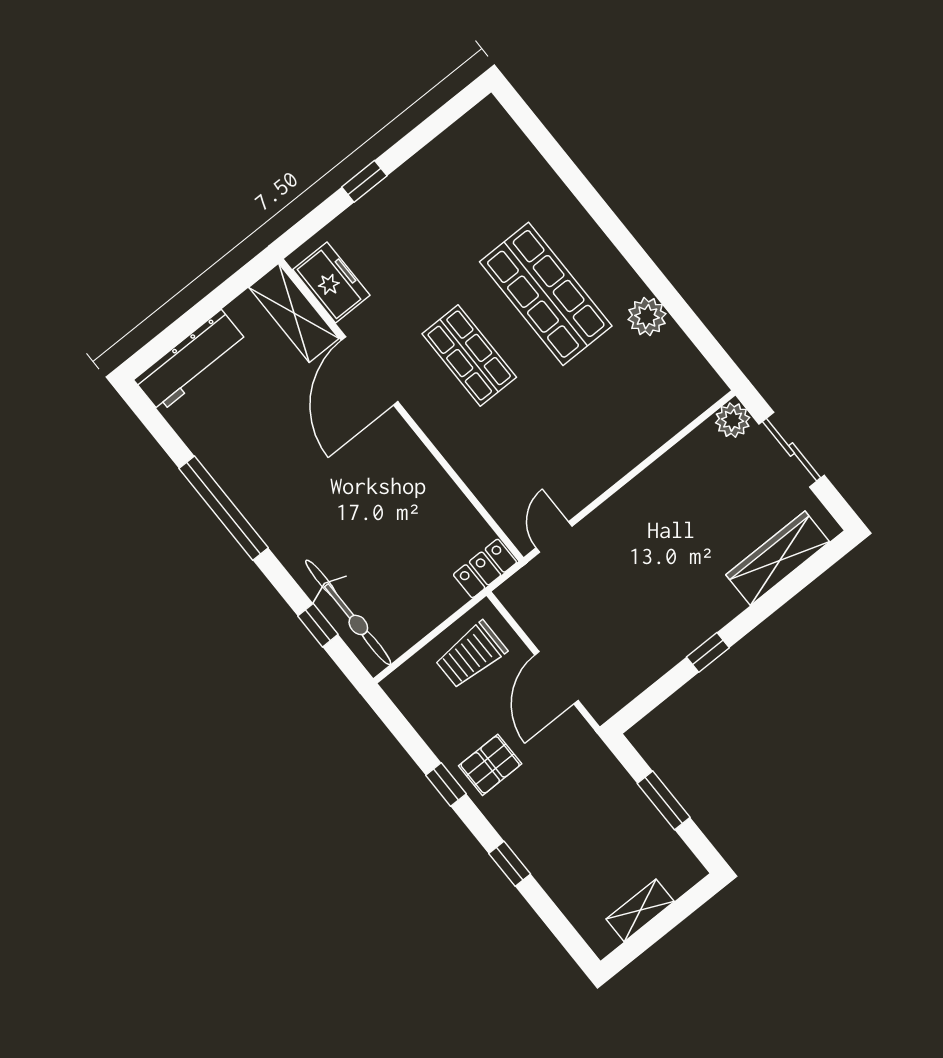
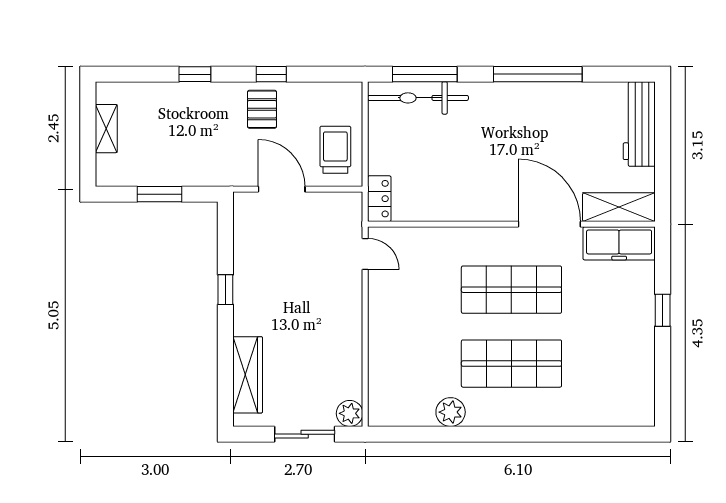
freezer: (331, 282) -> (619, 243), width x1.40
shop shelf: (469, 355) -> (511, 290), width x1.43, depth x1.36
window: (318, 625) -> (425, 74), width x2.17

